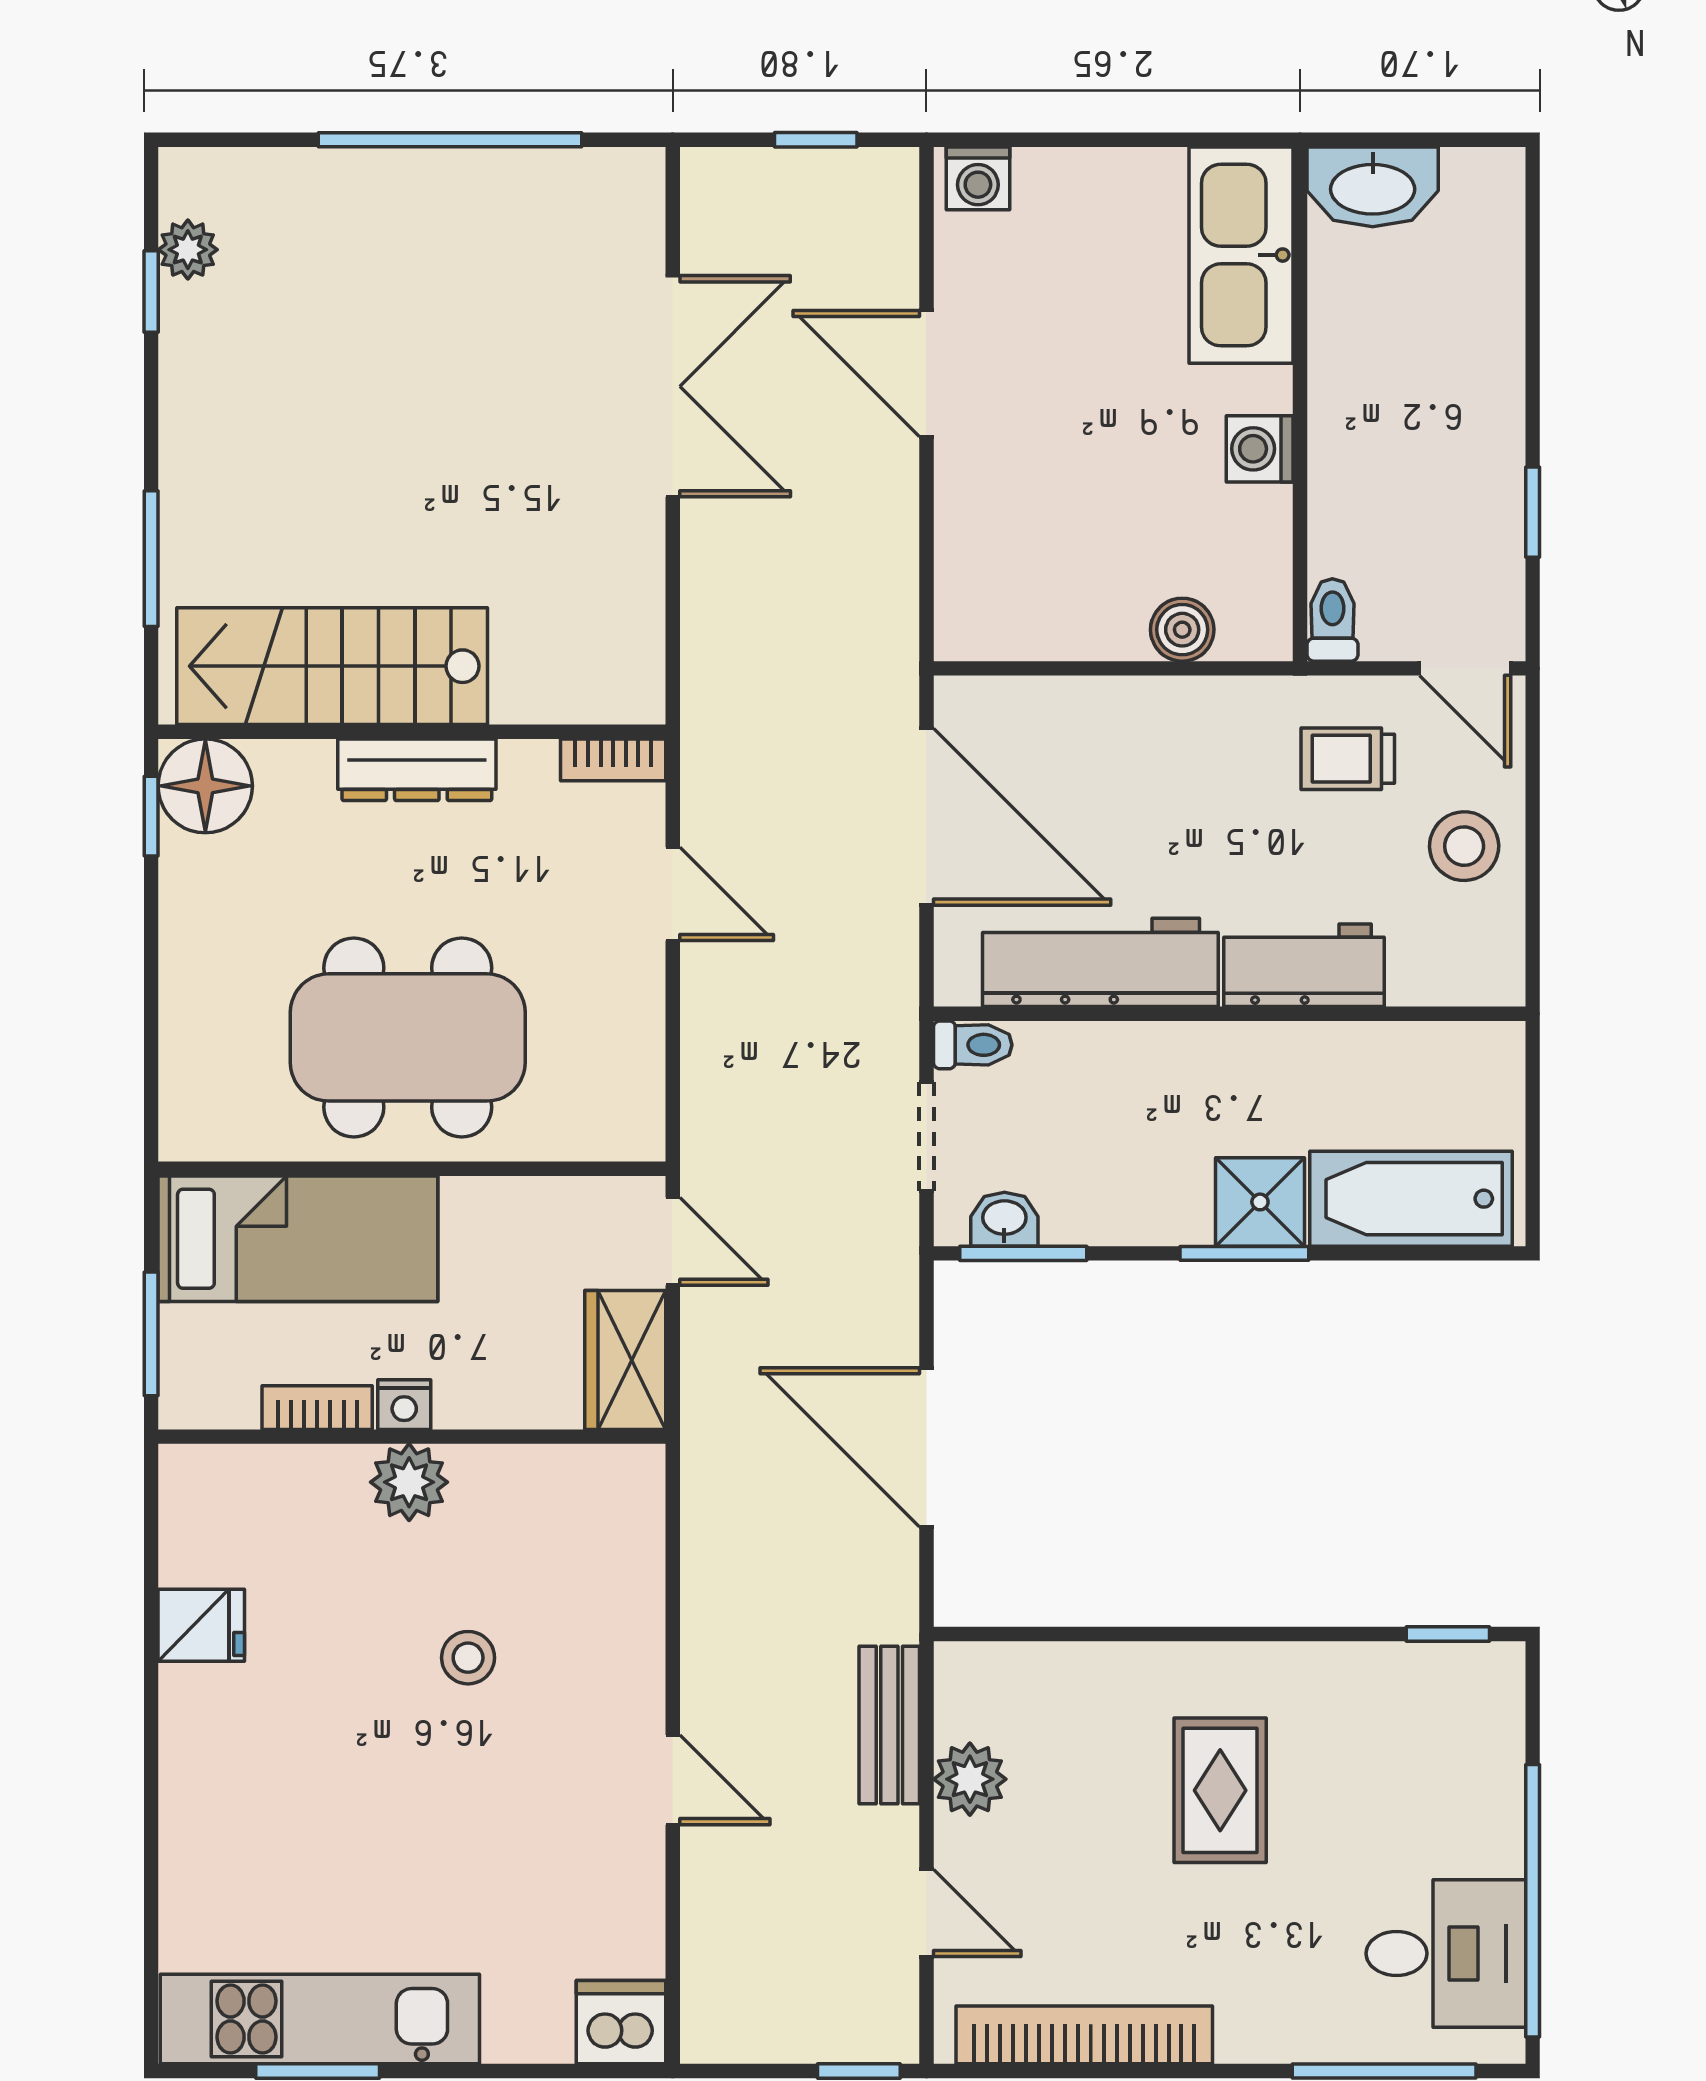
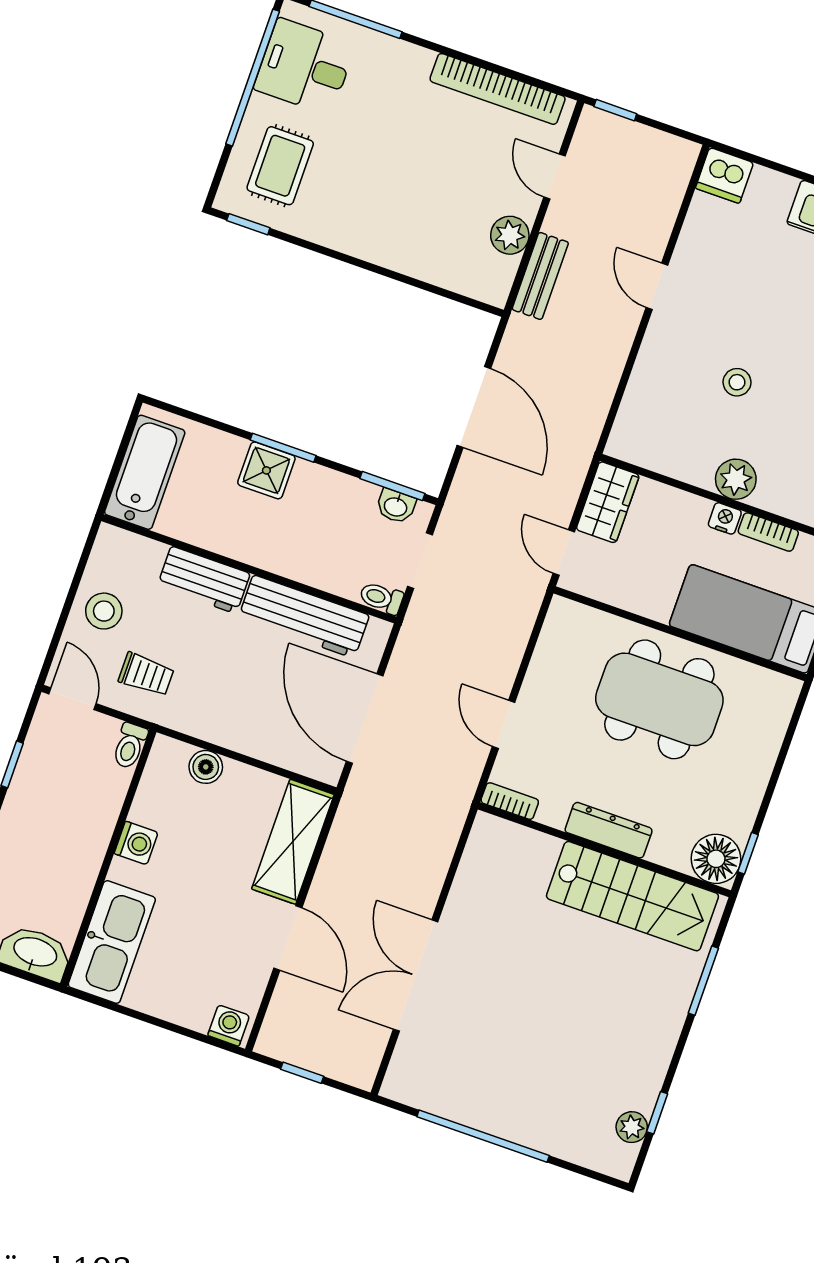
shelving: (978, 550) -> (293, 842), added
bathtub: (1411, 1199) -> (145, 472), moved, turned -90
rug: (1220, 1790) -> (280, 166), moved

